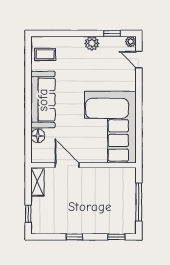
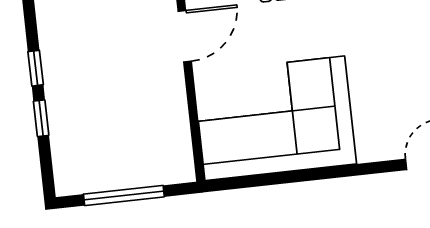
window: (116, 237) -> (41, 118), moved

